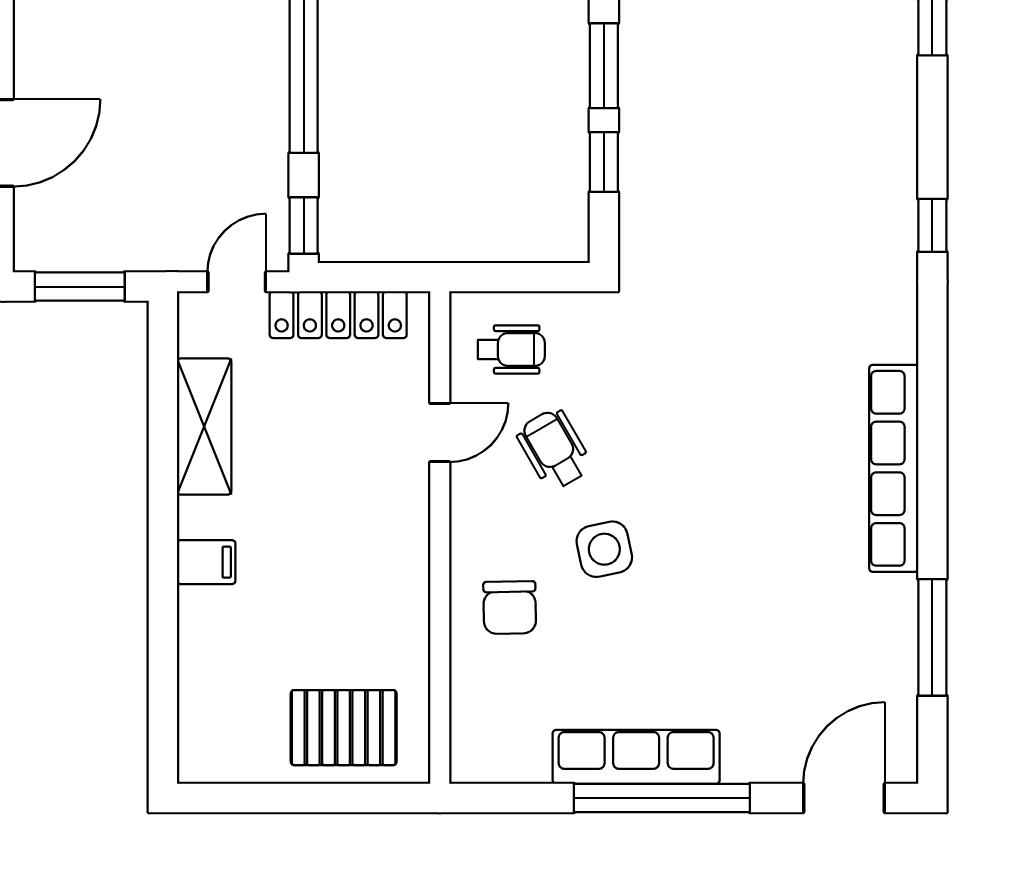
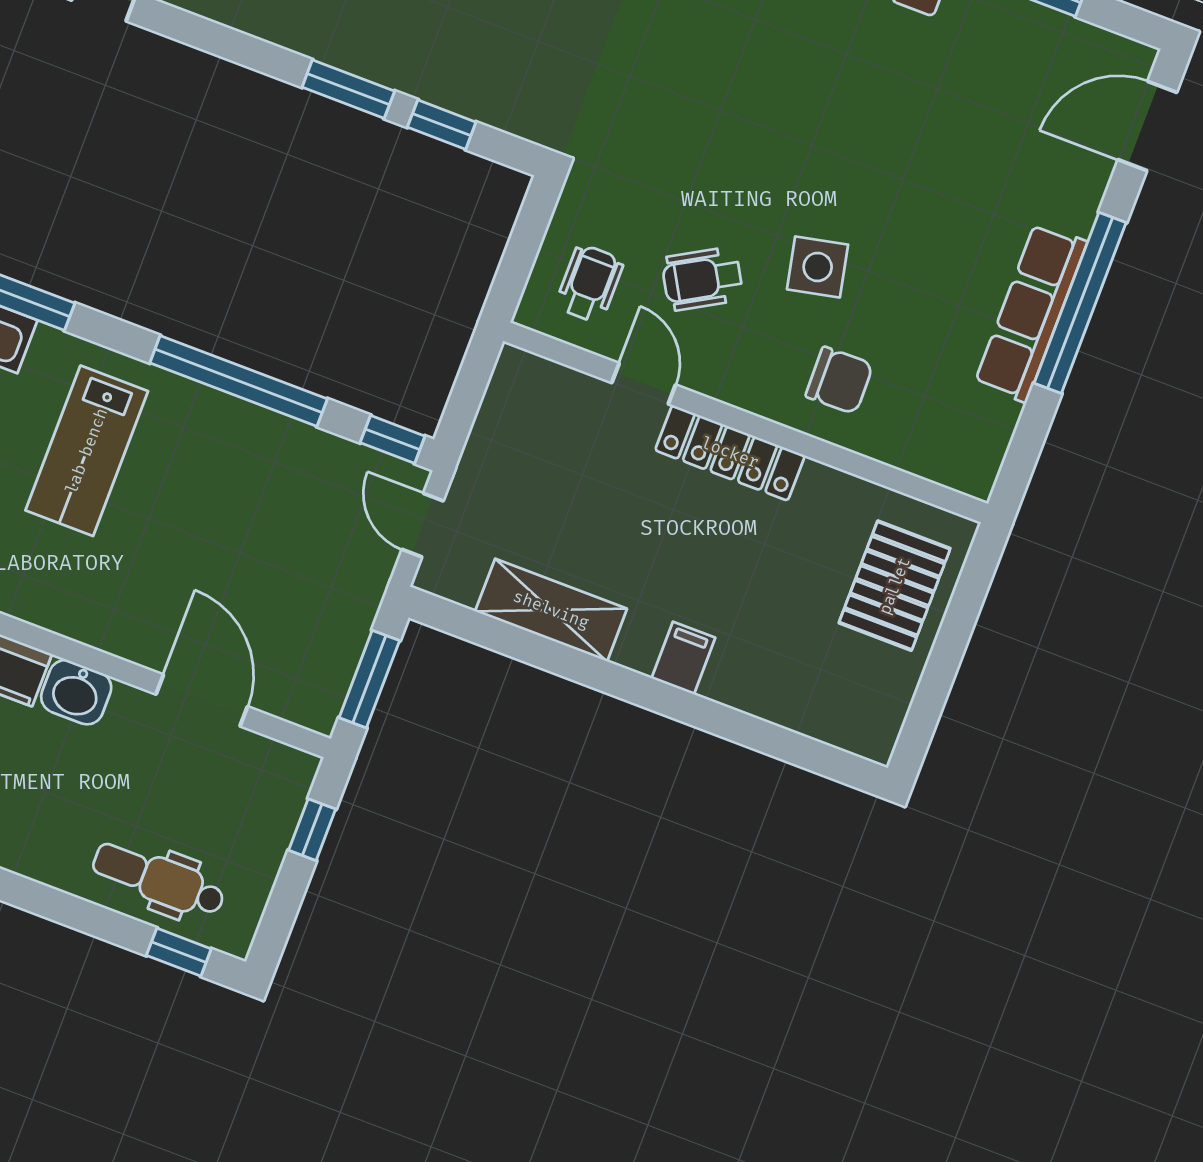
locker: (338, 315) -> (730, 453), moved, turned 90
door: (844, 798) -> (1147, 126), hinge flipped

